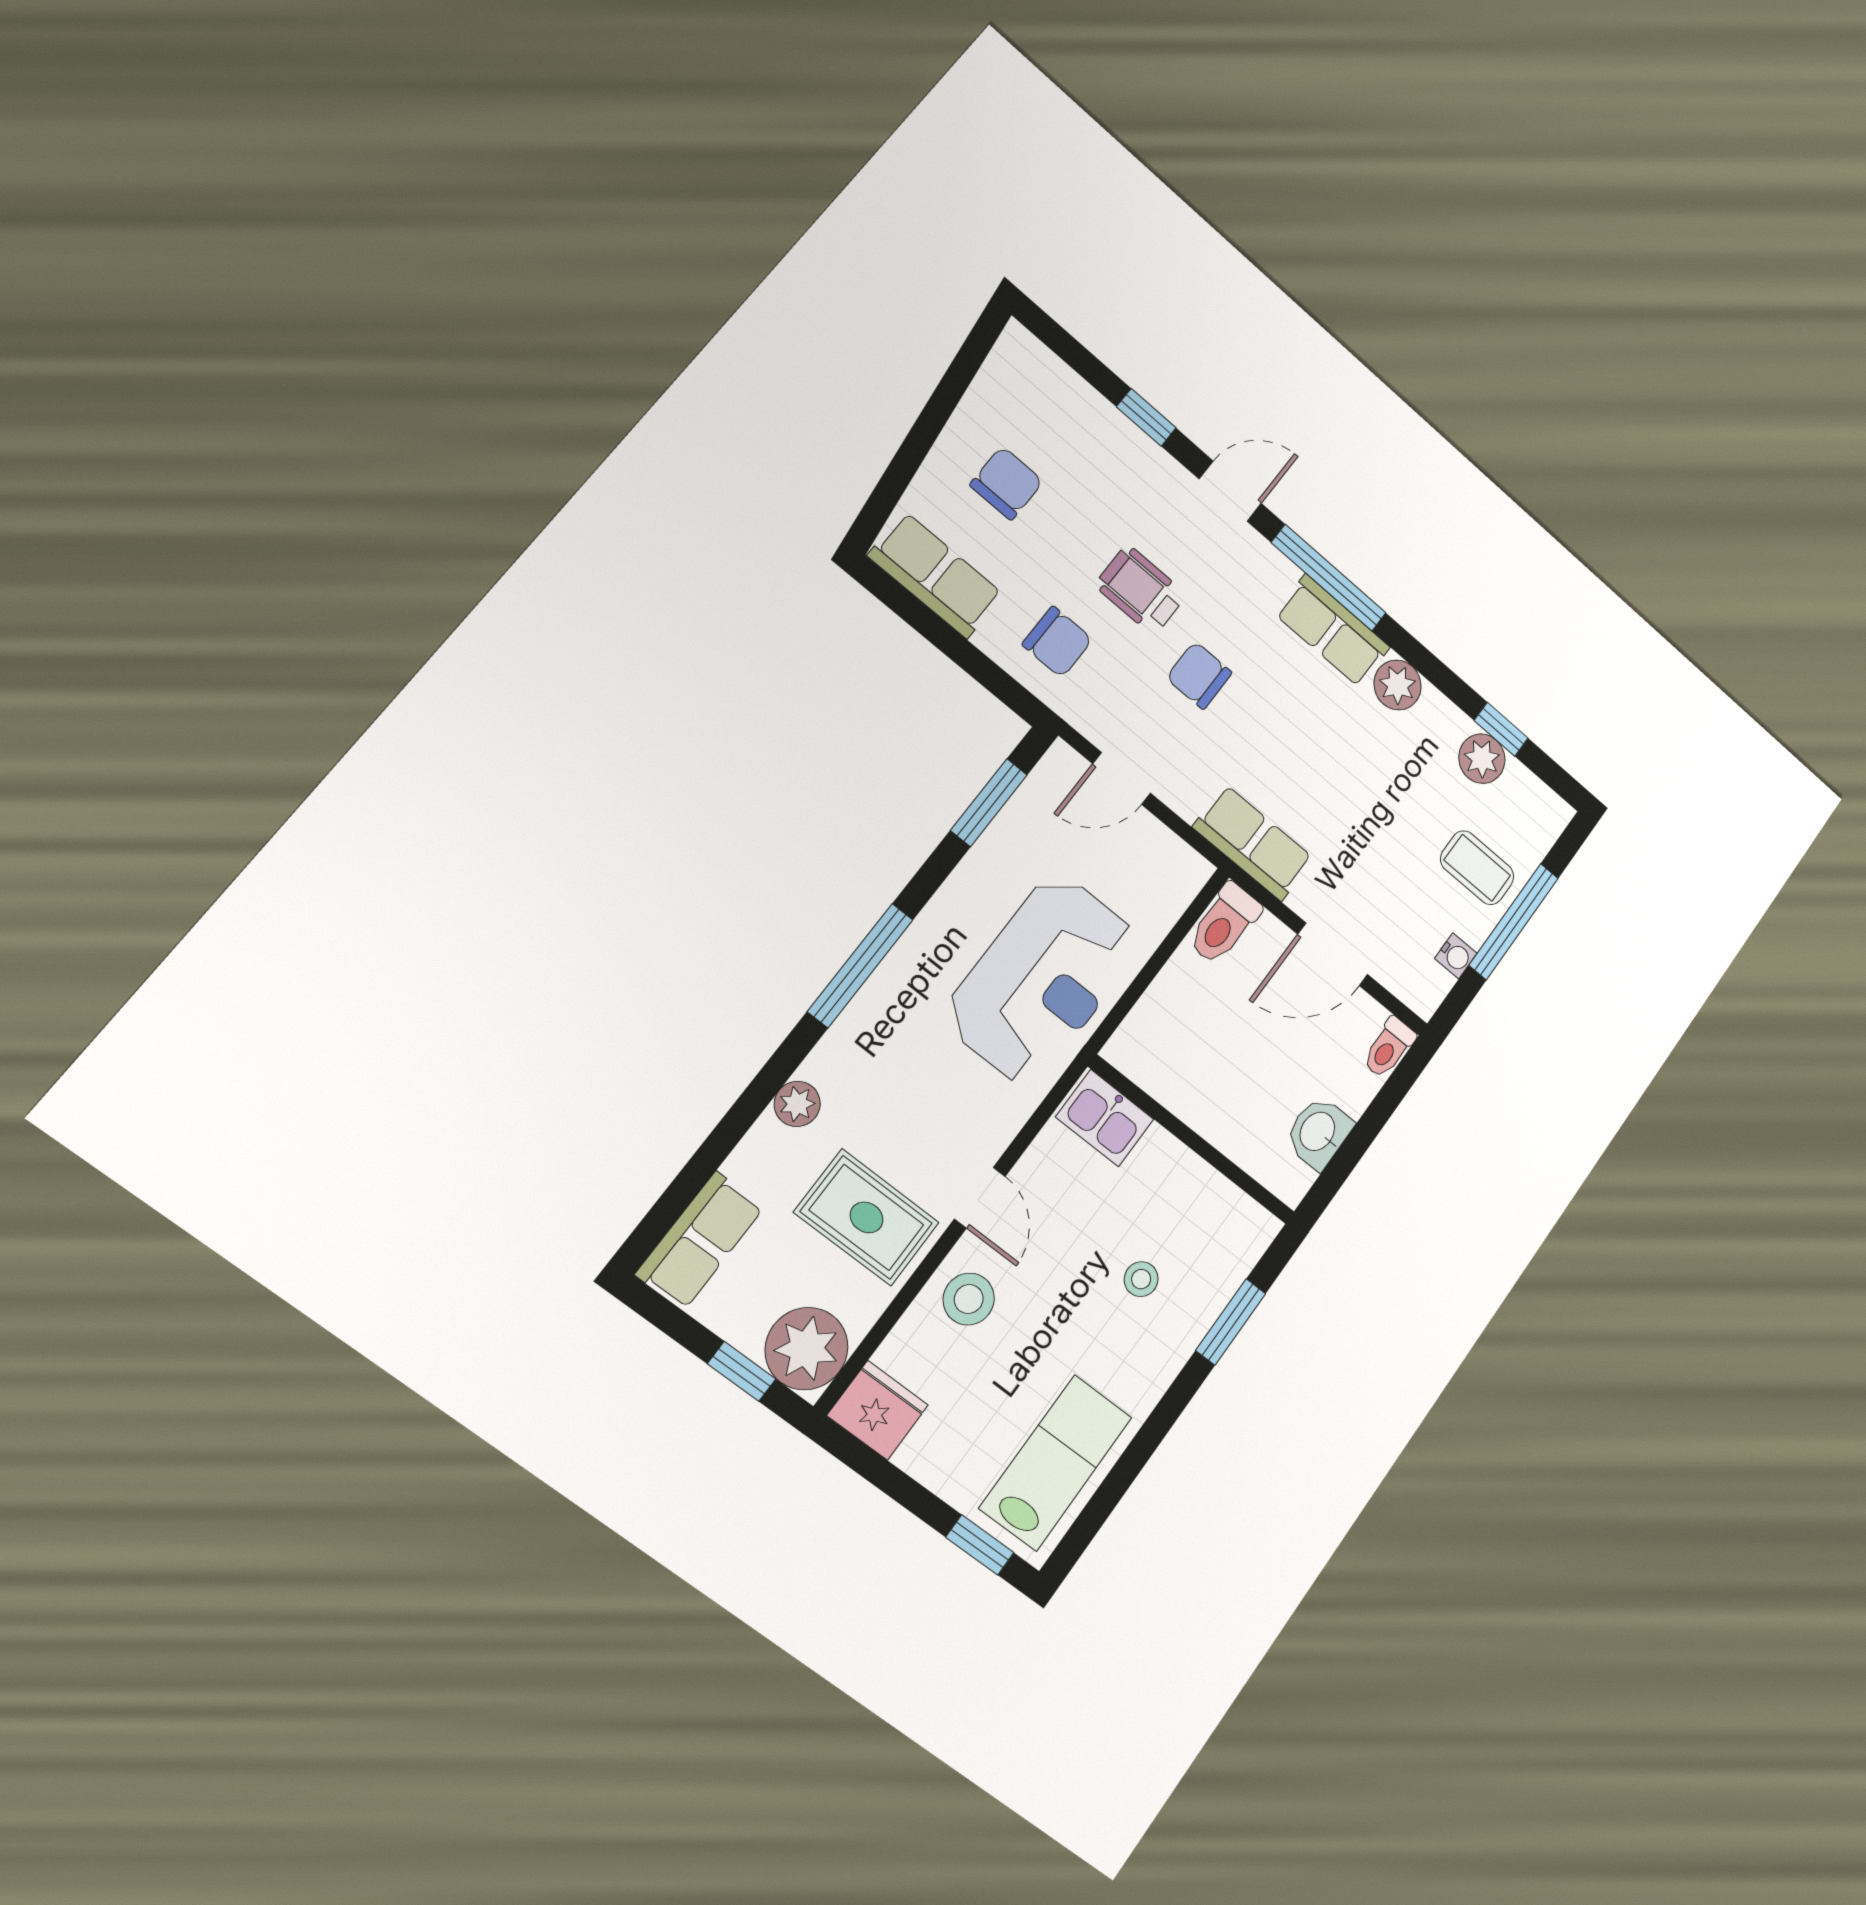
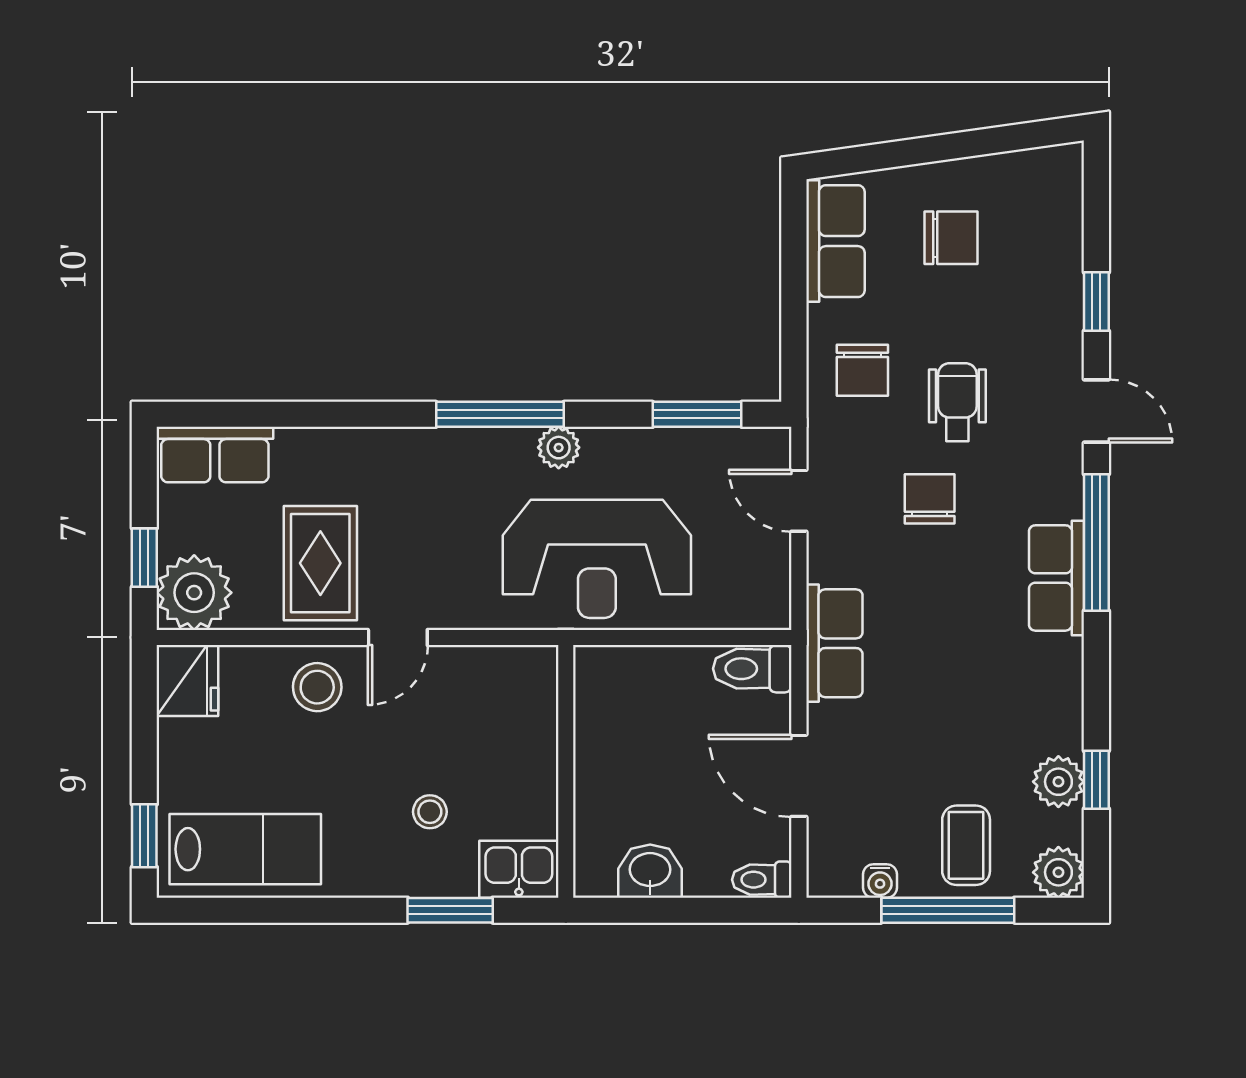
plant: (1398, 685) -> (1058, 872), moved
plant: (797, 1104) -> (559, 448), moved
kitchen sink: (1105, 1118) -> (519, 869), moved, turned 90

